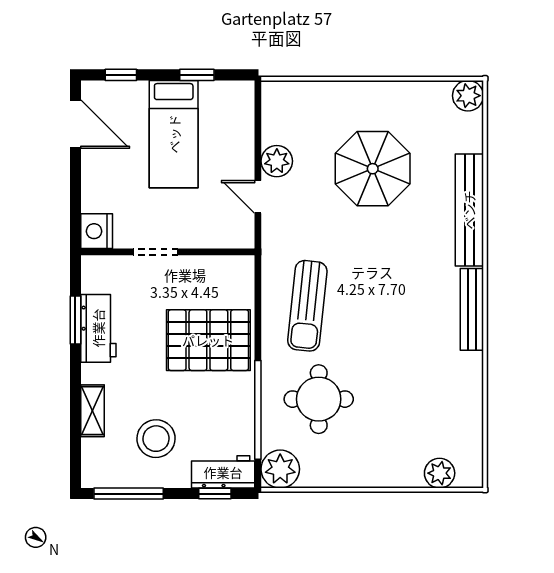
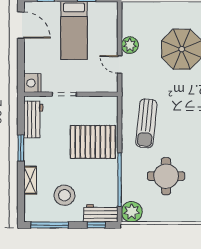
window: (75, 320) -> (21, 148), moved
workbench: (98, 328) -> (33, 119), moved
round table: (319, 399) -> (166, 176), moved

